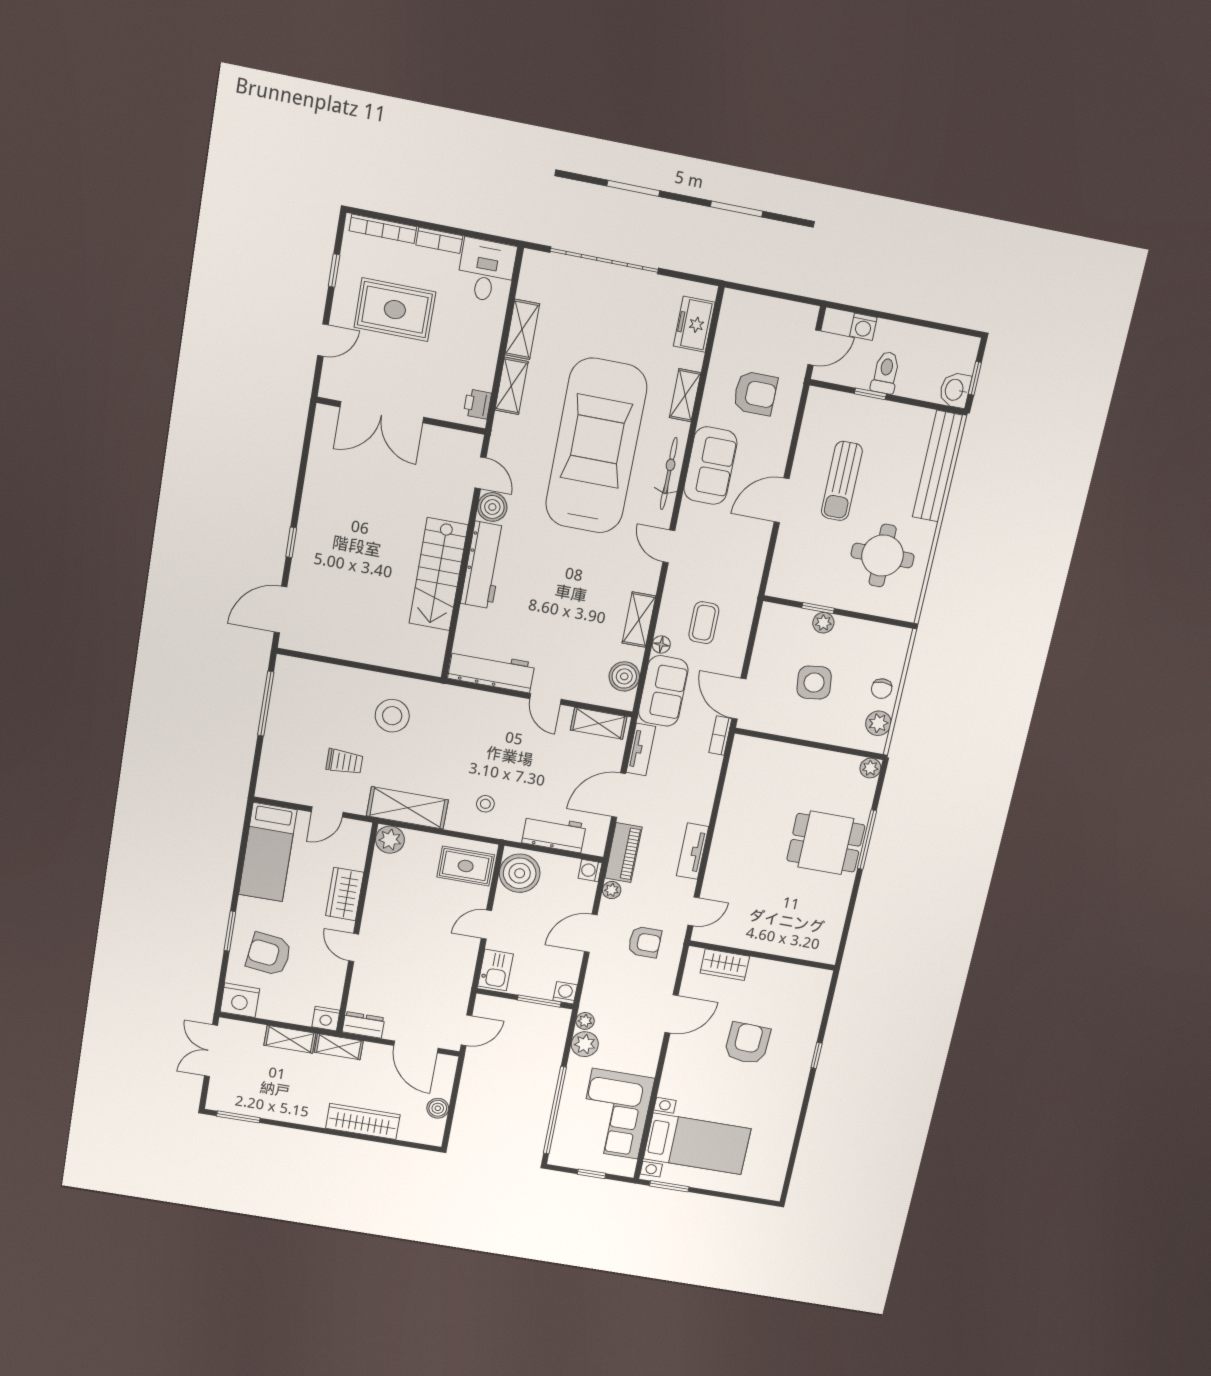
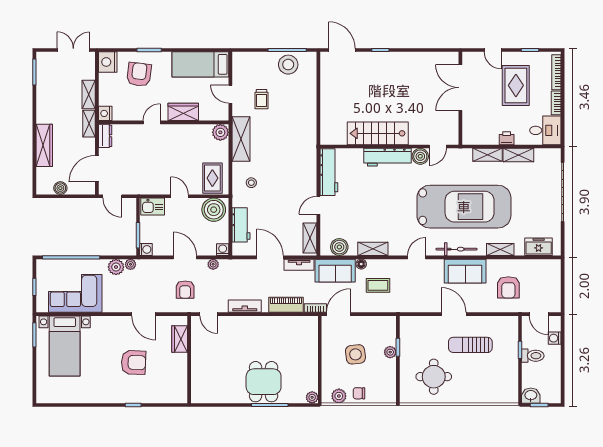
printer: (477, 404) -> (507, 138), moved
bench: (938, 466) -> (488, 396), removed
stool: (392, 716) -> (288, 65), moved
piano: (623, 853) -> (286, 305), moved, turned 180

